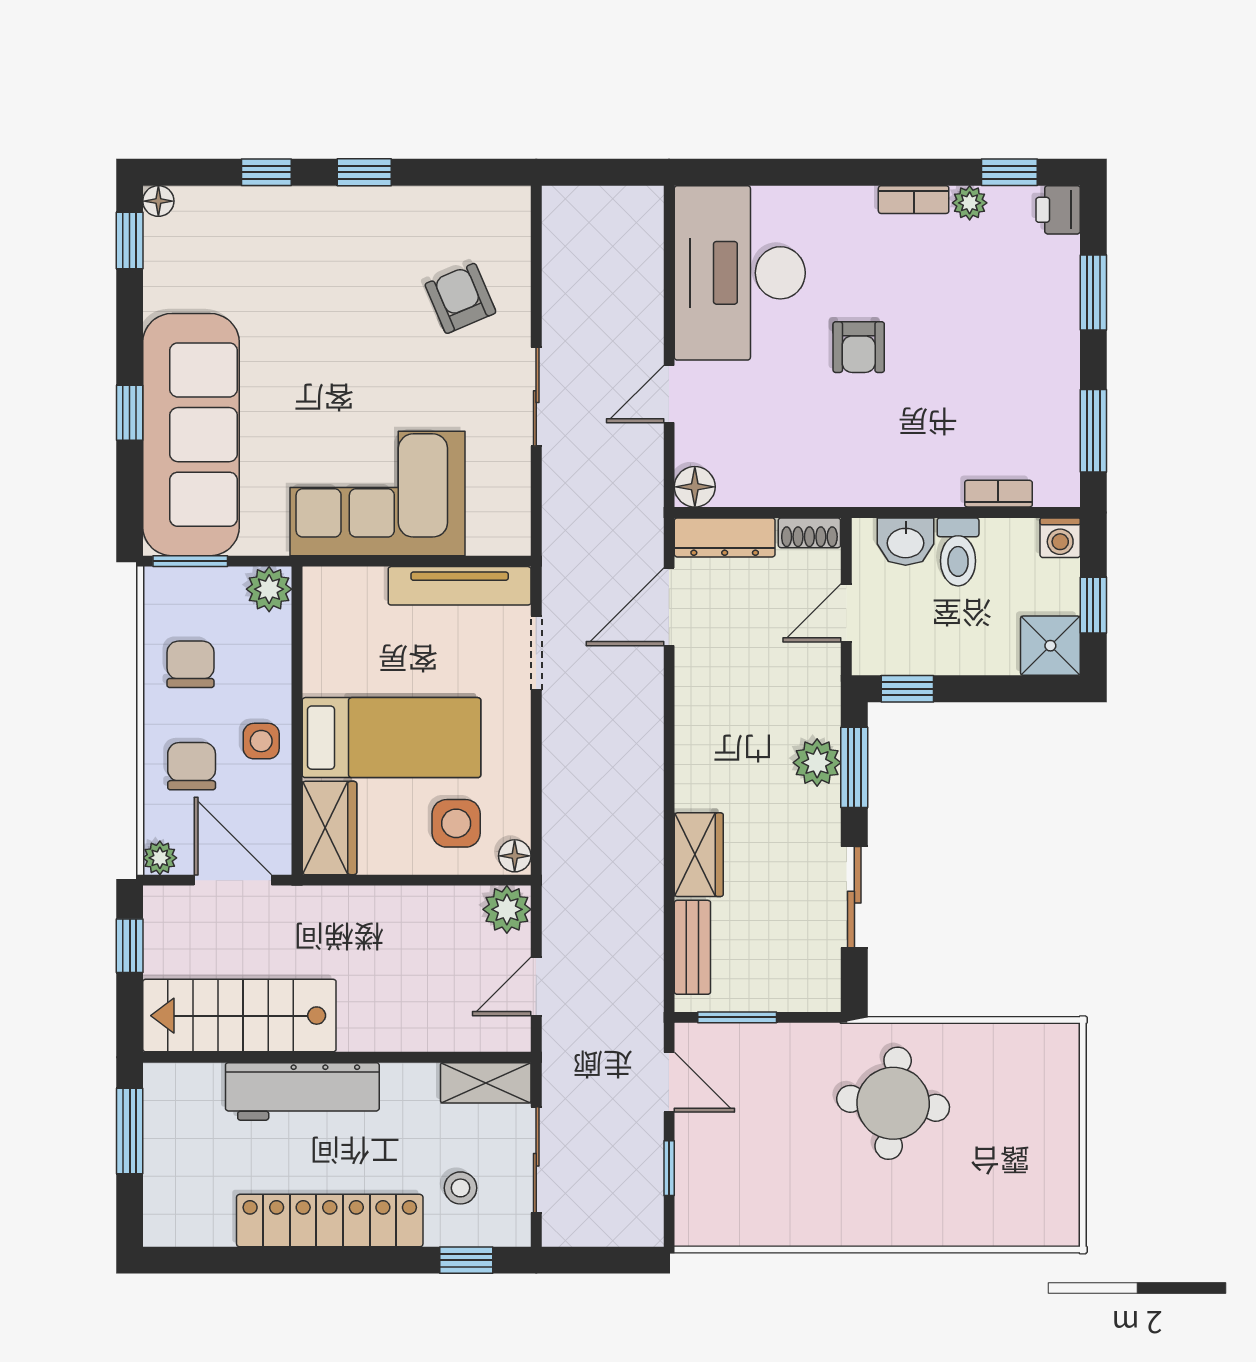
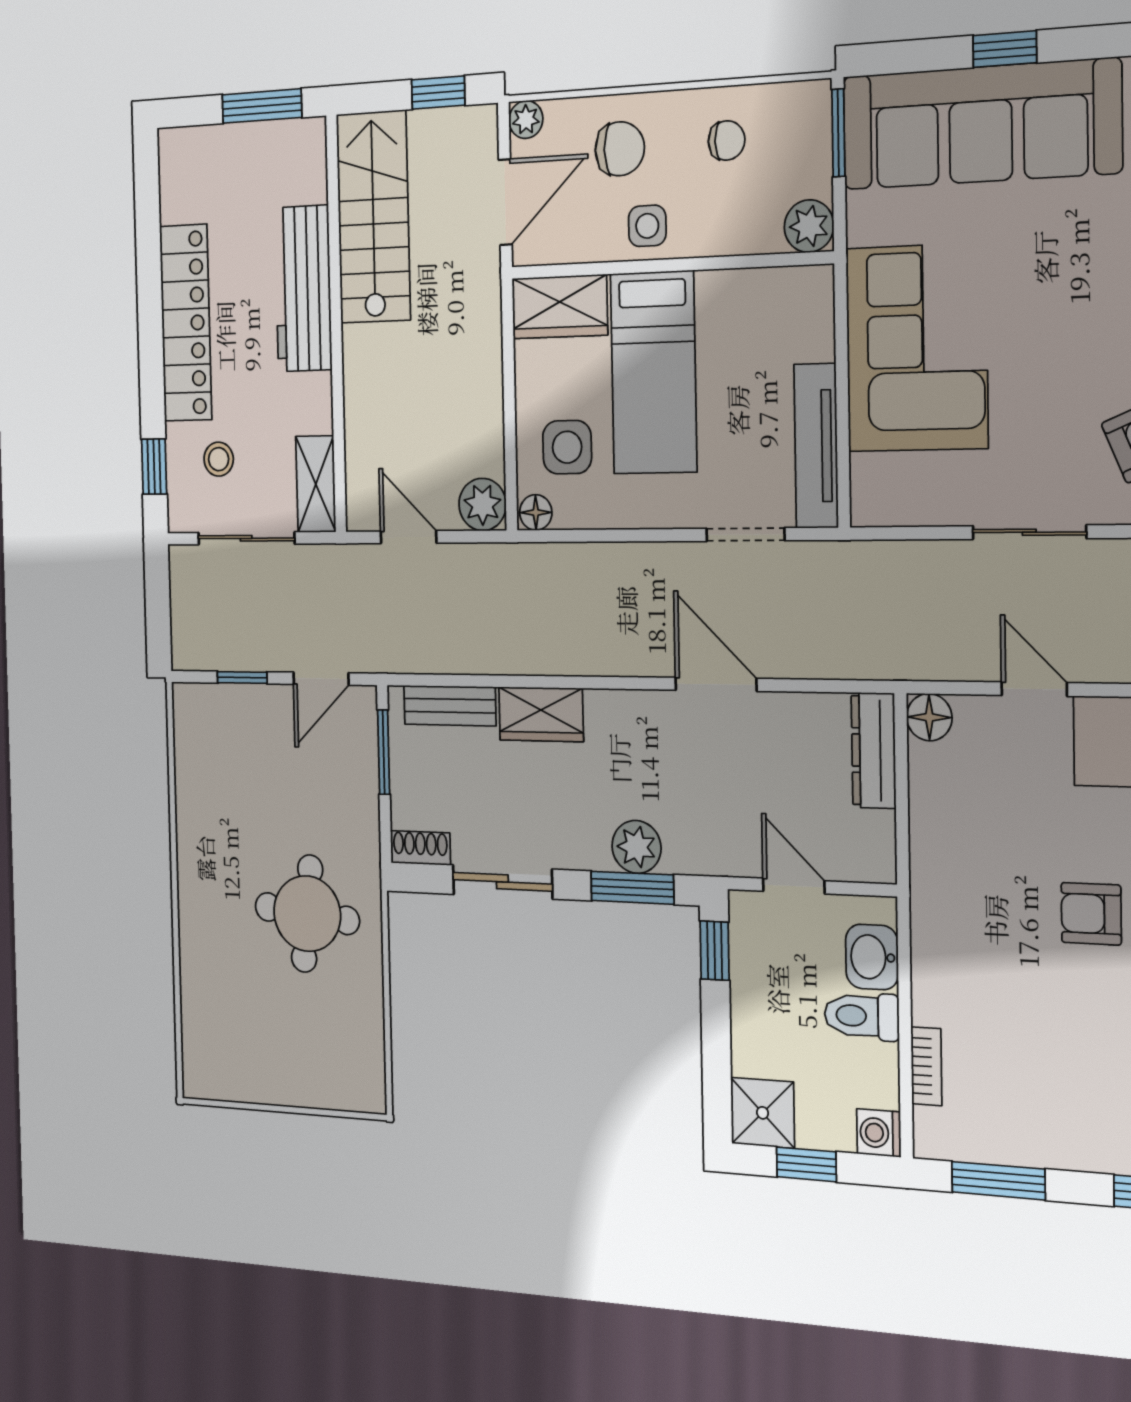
shoe rack: (809, 533) -> (420, 848), moved, turned 90
door: (669, 607) -> (716, 684), moved
chair: (191, 664) -> (727, 140), width x0.73, depth x0.73

